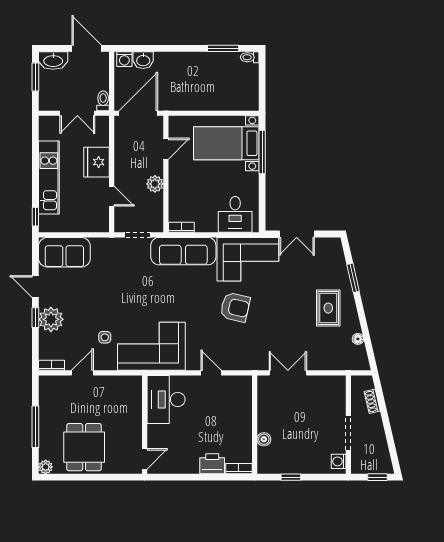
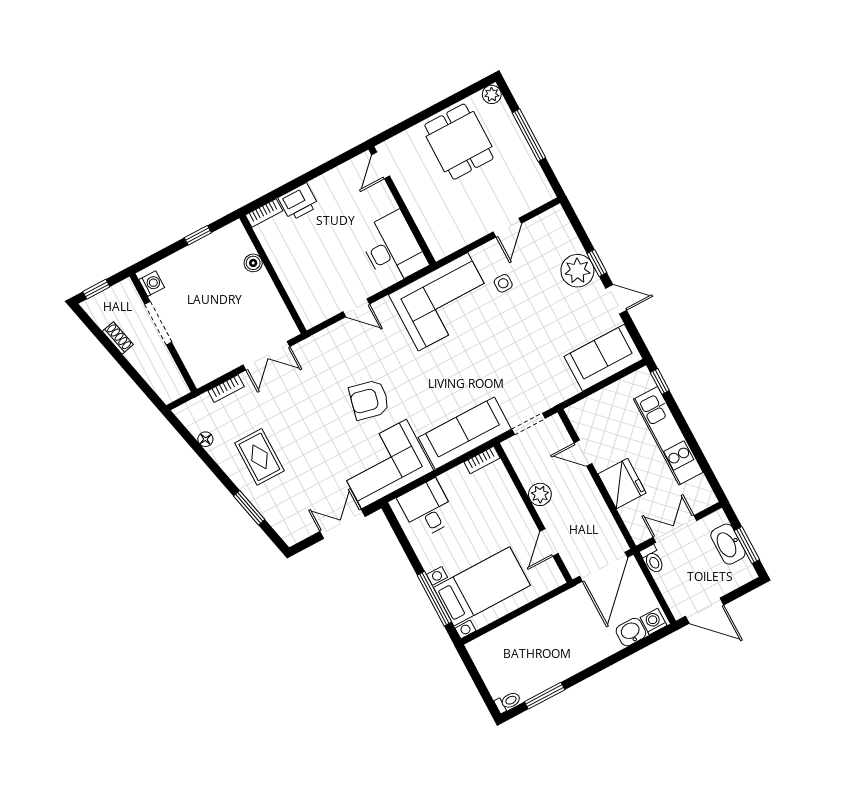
washbasin: (53, 61) -> (728, 544), moved, turned -90
bookcase: (51, 365) -> (226, 389), moved
shoe rack: (372, 401) -> (118, 338), moved

